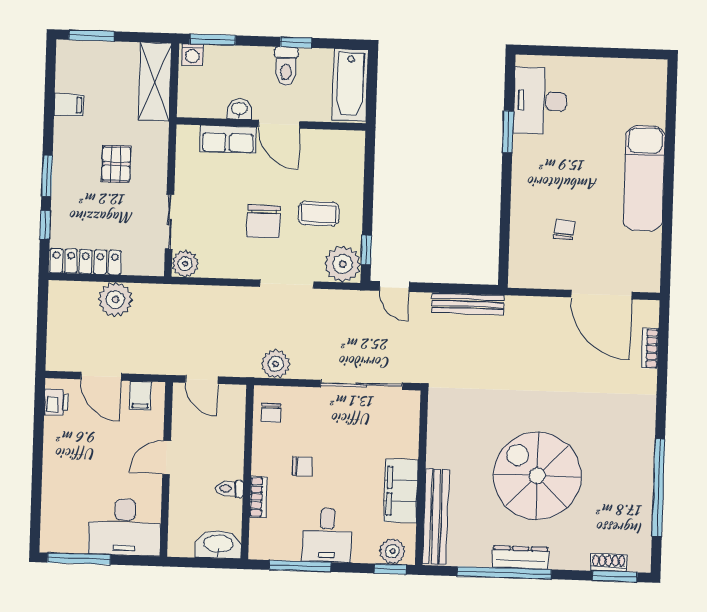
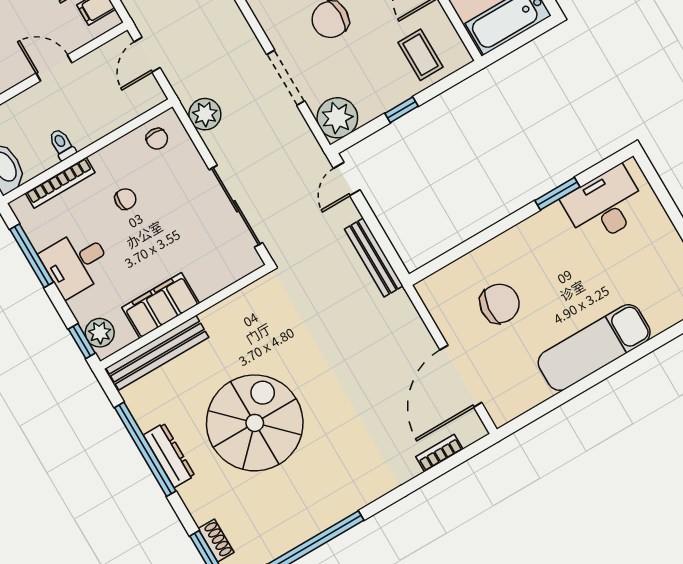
coffee table: (319, 214) -> (420, 55), moved
chair: (564, 230) -> (500, 304), width x1.87, depth x1.87
window: (366, 250) -> (402, 110), moved
chair: (271, 413) -> (157, 139), turned -90
chair: (302, 466) -> (125, 199), turned -90
bookcase: (258, 497) -> (60, 183), width x1.56

